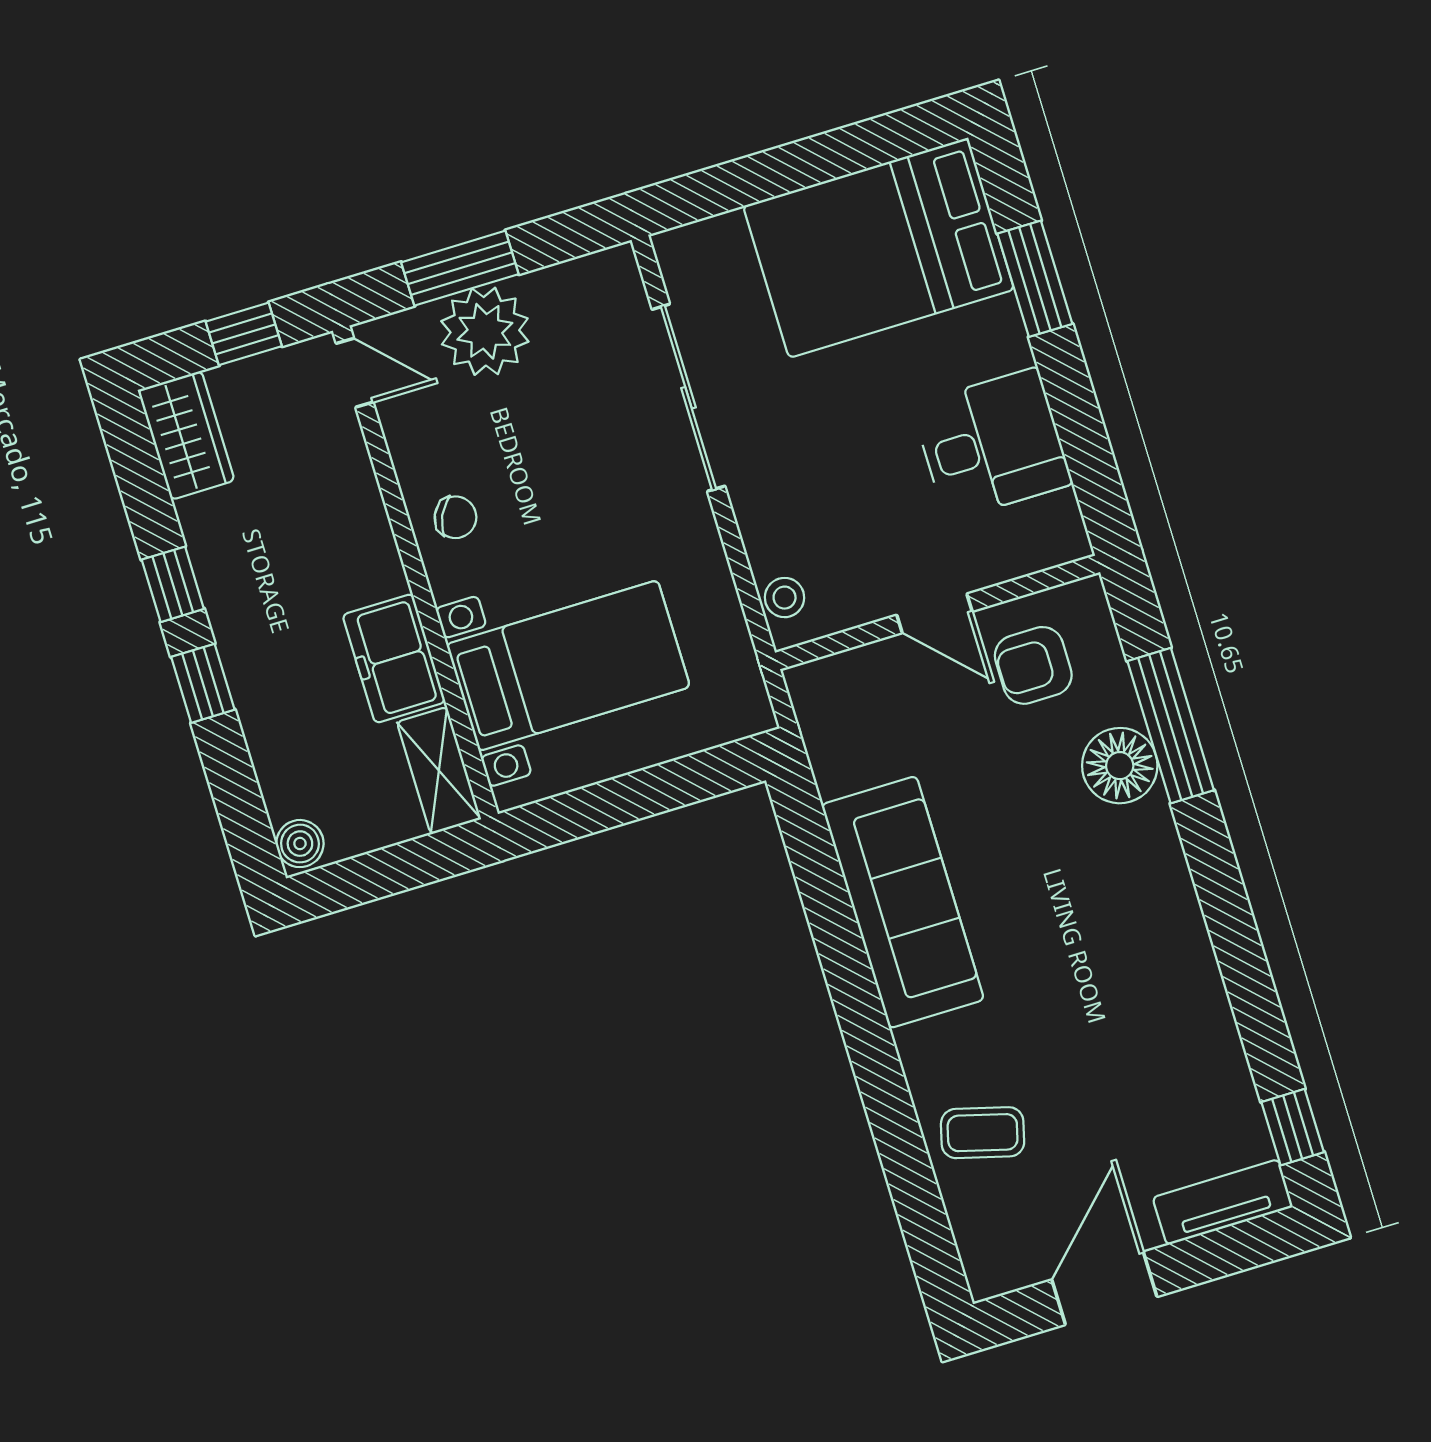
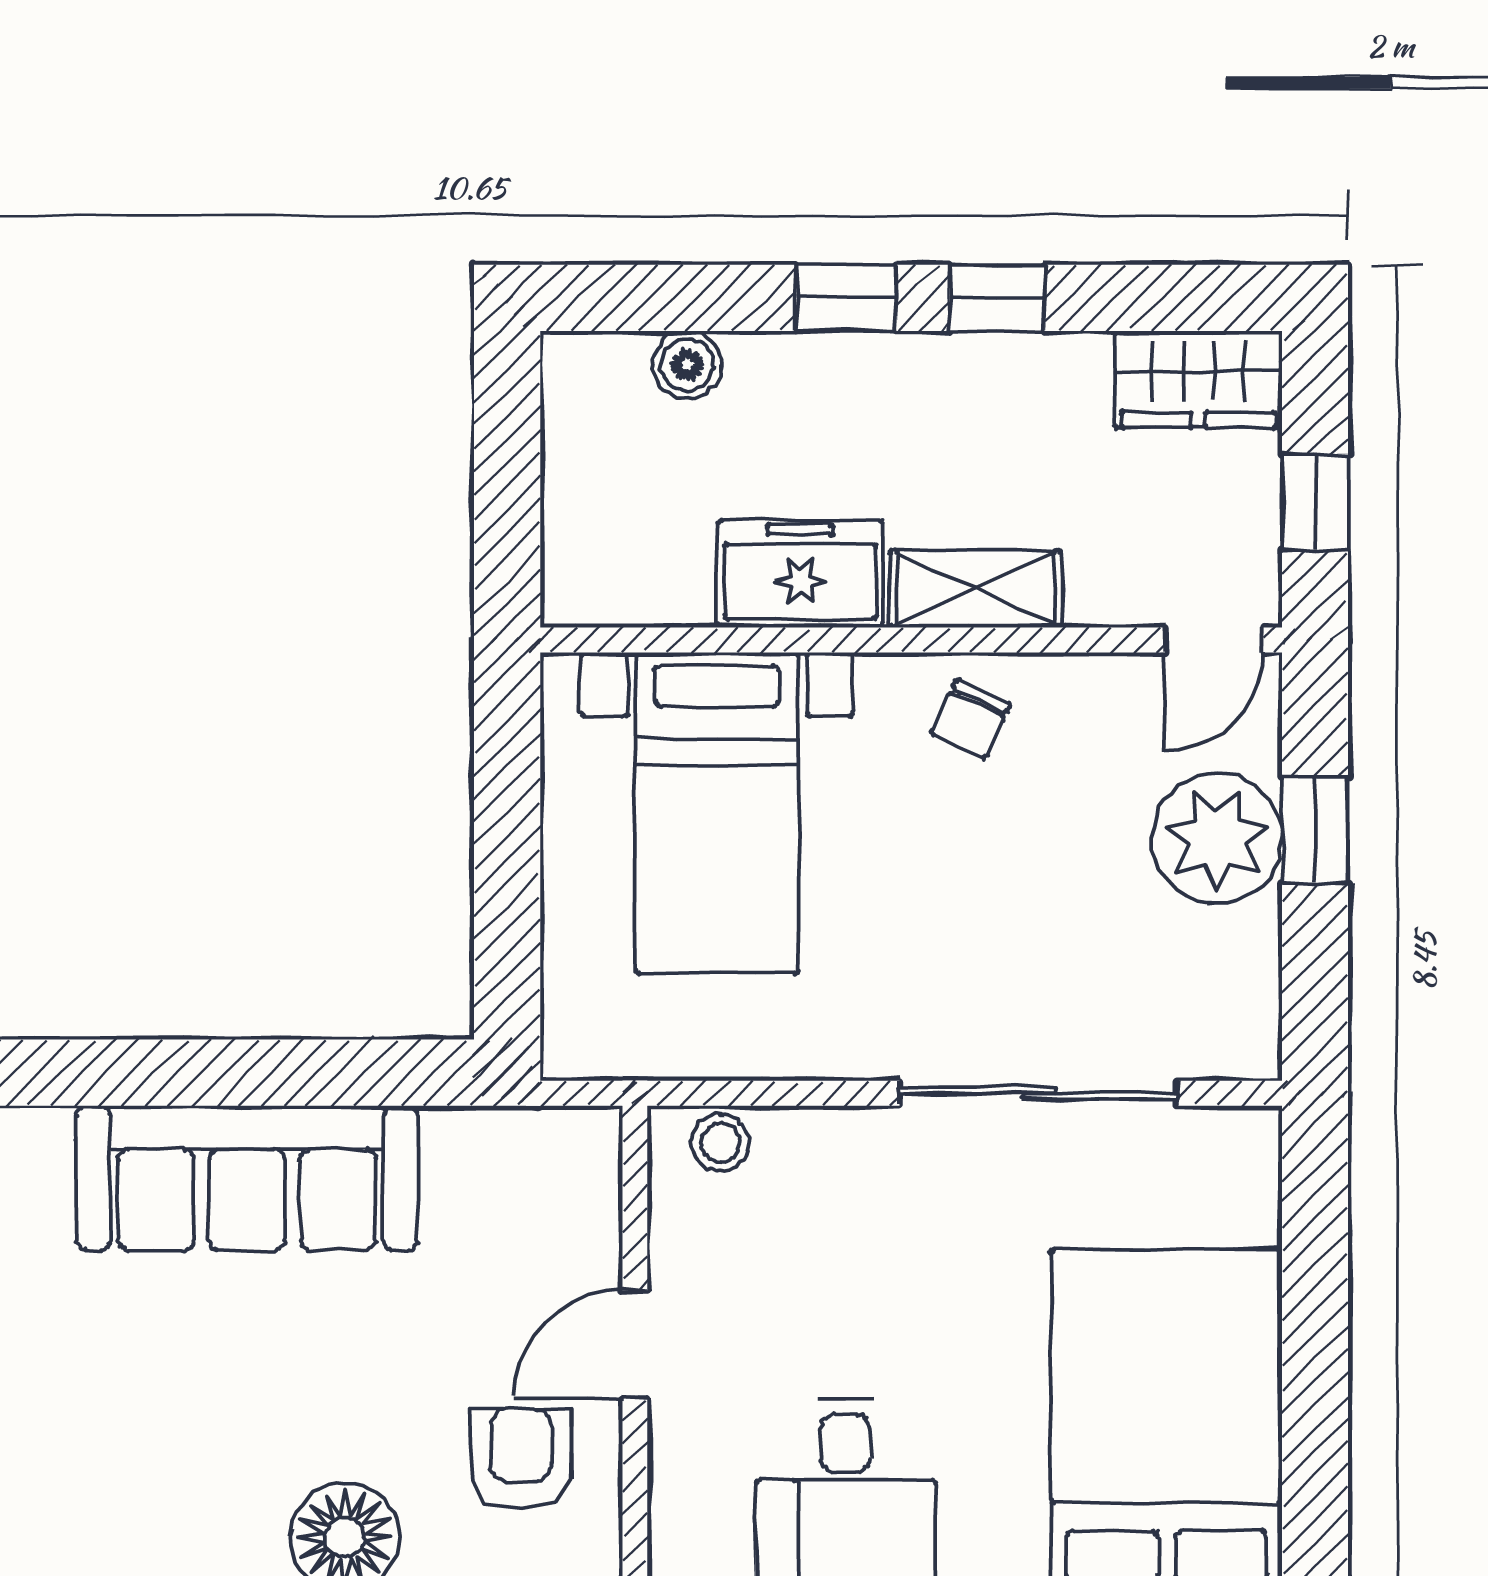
window: (460, 268) -> (1315, 830), width x0.67
shelving: (439, 771) -> (975, 589), moved
boiler: (300, 844) -> (687, 365), moved

